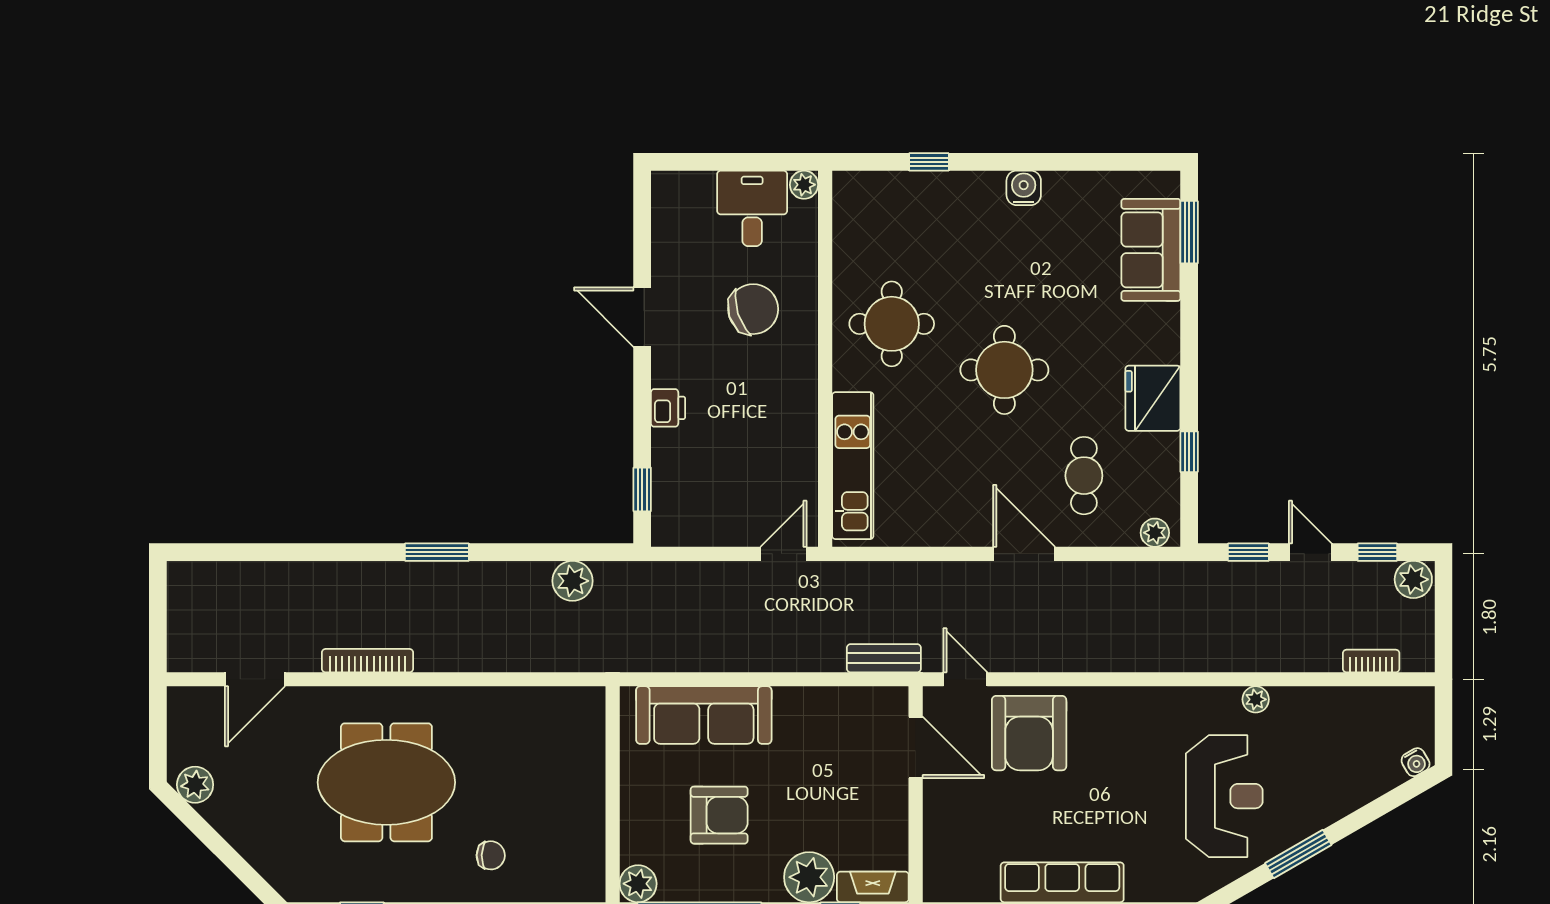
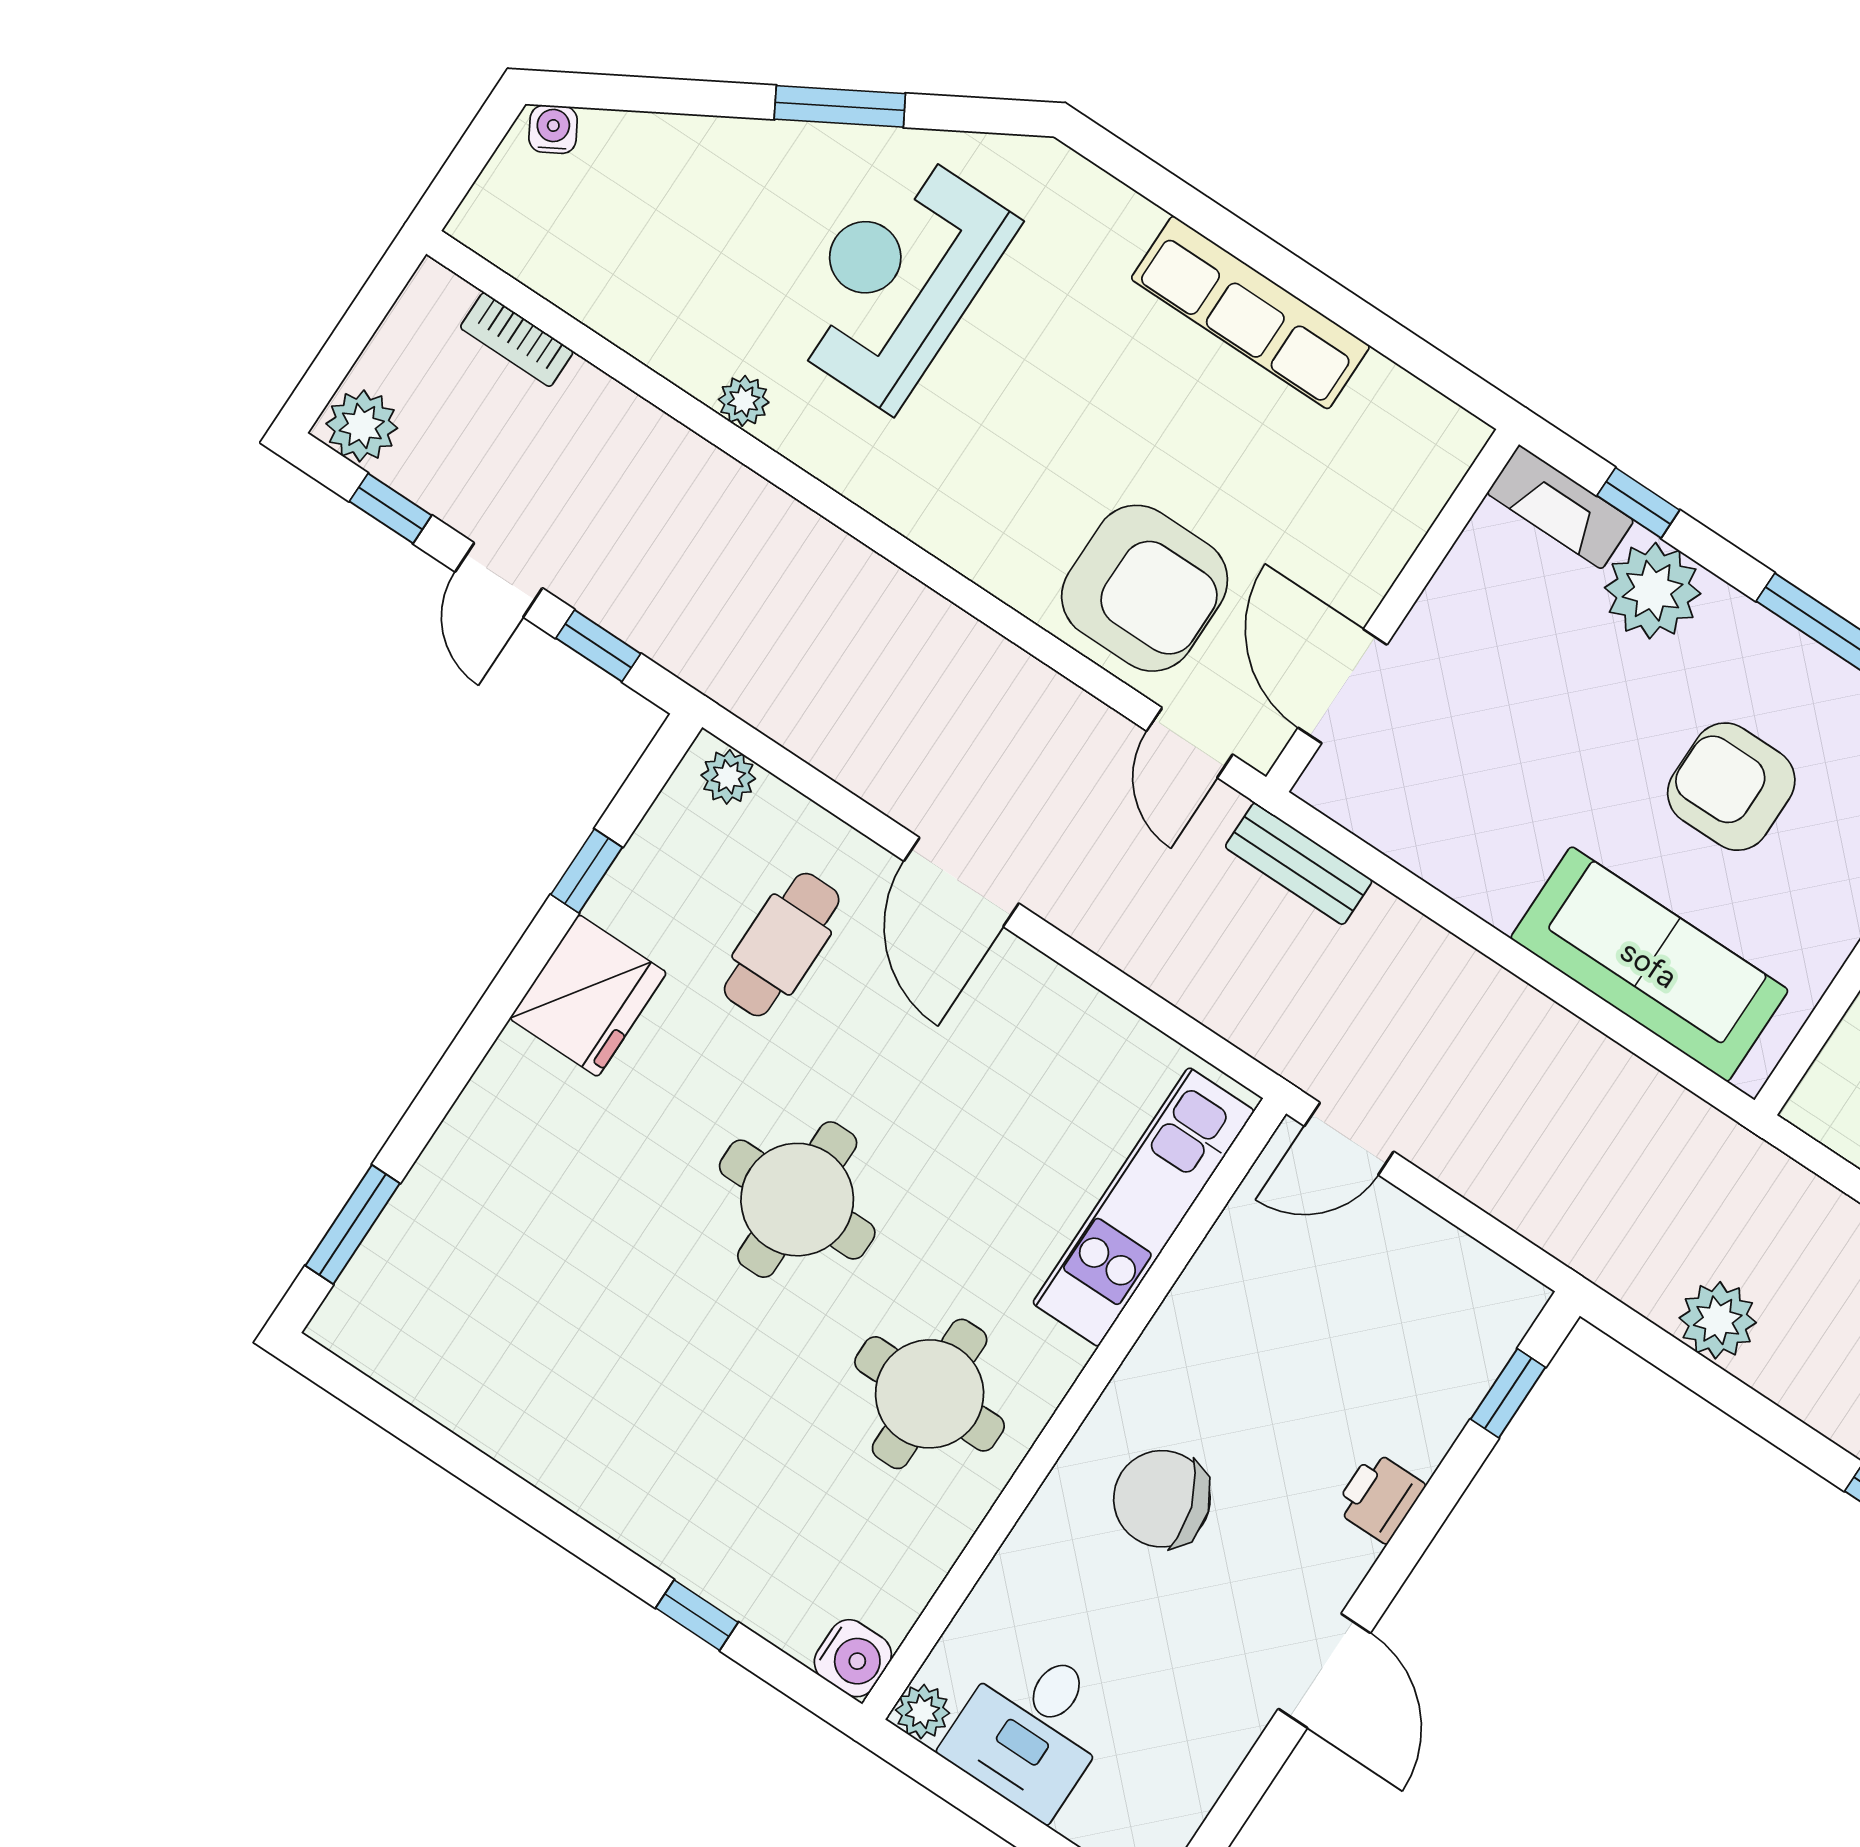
water cooler: (1024, 188) -> (853, 1658), moved, turned -90
sofa: (1151, 250) -> (433, 1237), removed
chair: (753, 309) -> (1162, 1499), moved
armchair: (1029, 733) -> (1145, 588), turned 90

